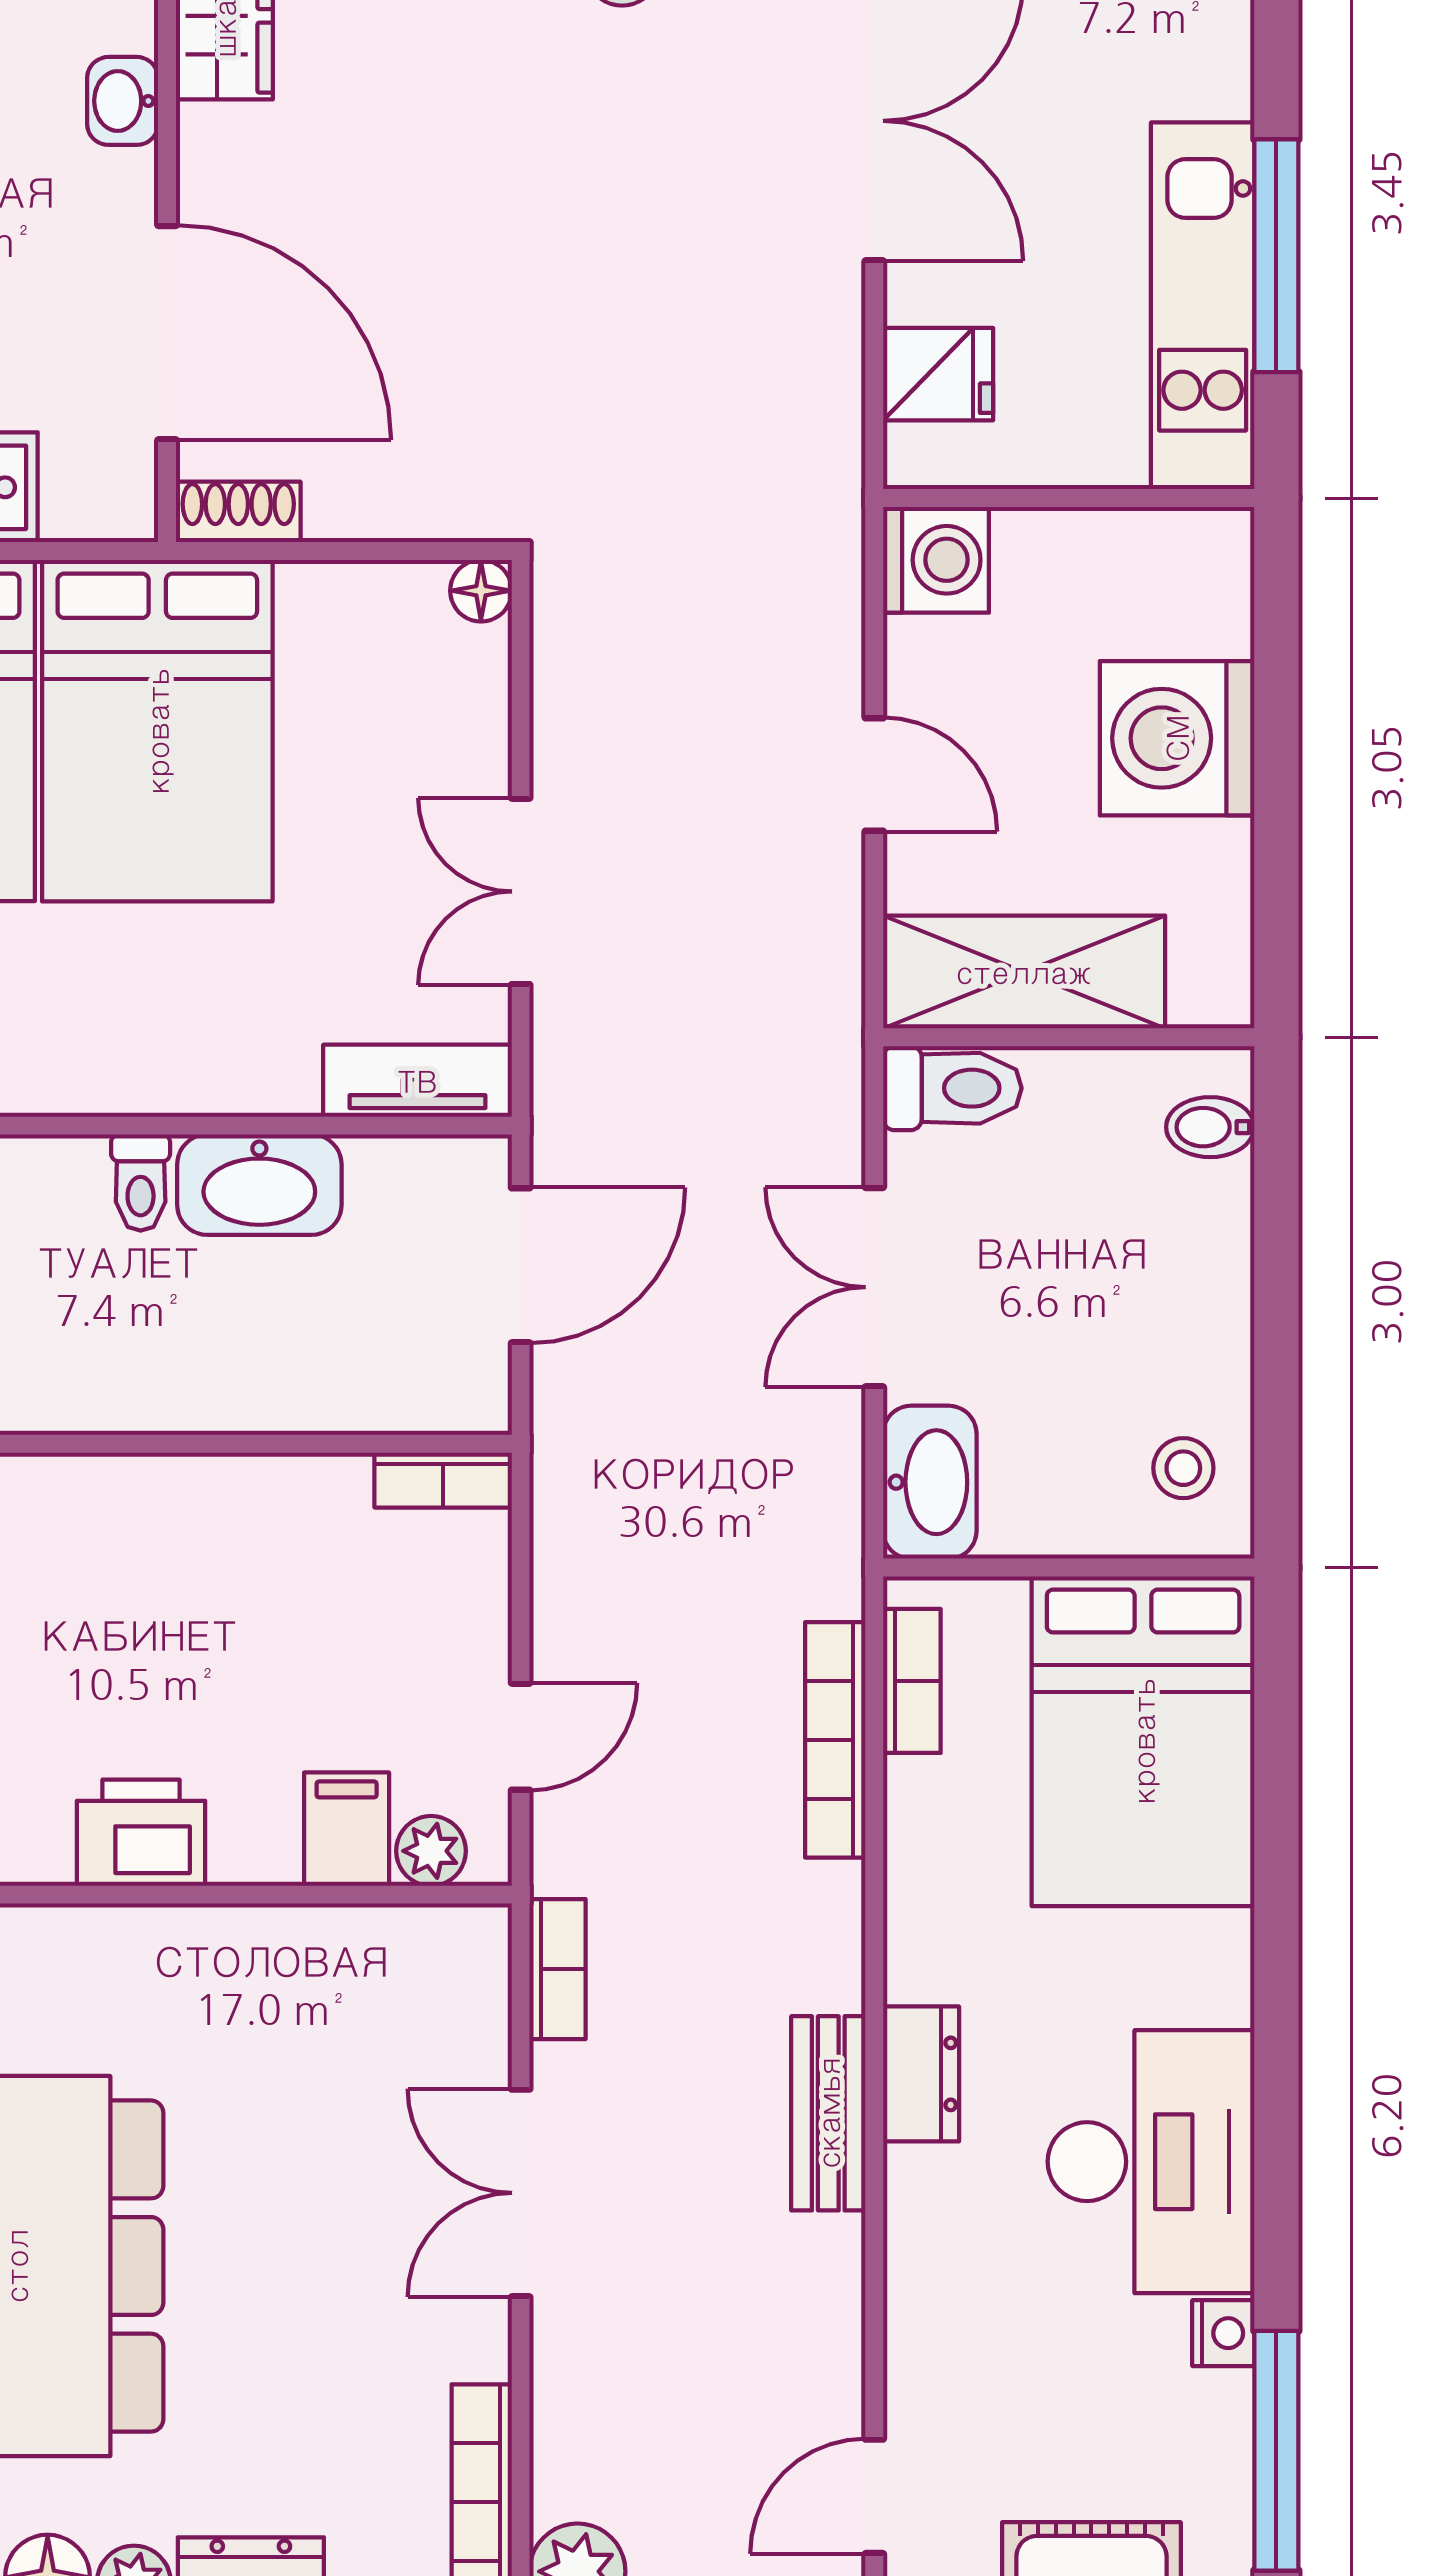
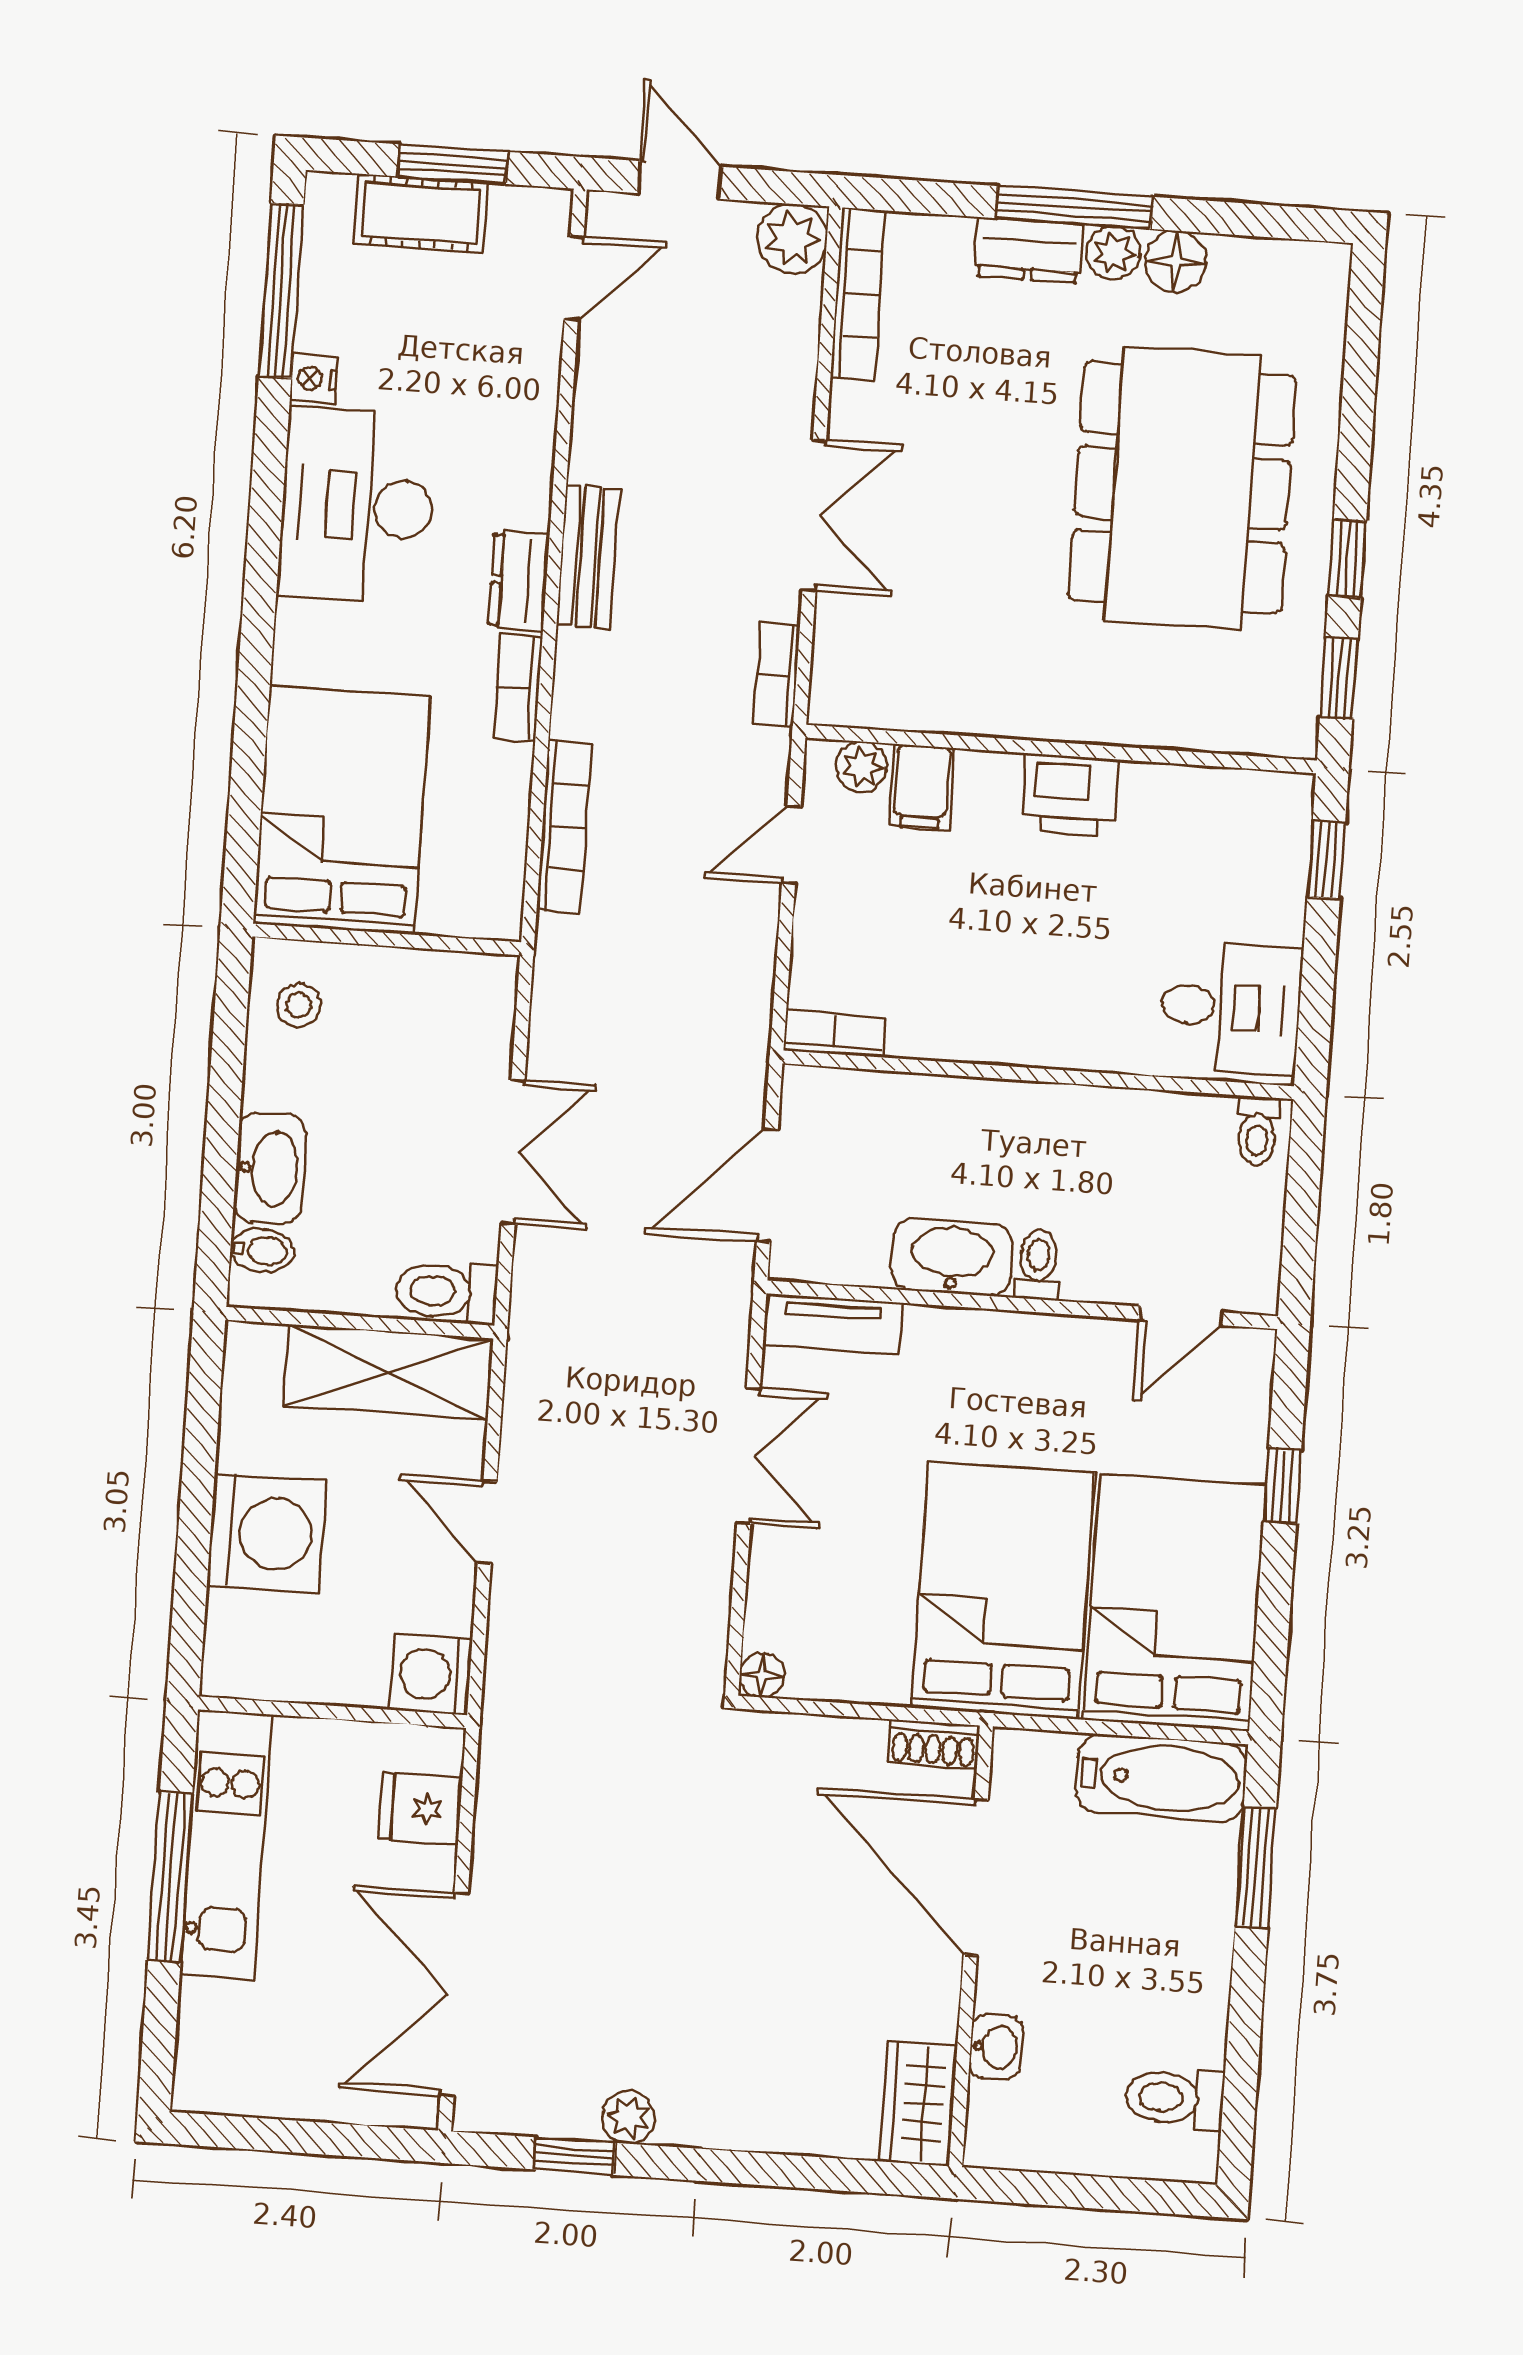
washbasin: (930, 1482) -> (270, 1169), moved, turned 180
bookcase: (912, 1681) -> (518, 687), moved

